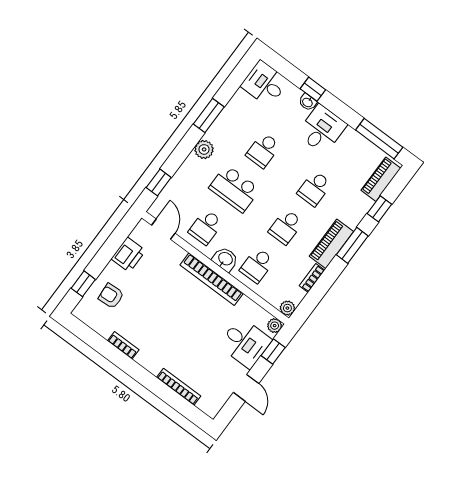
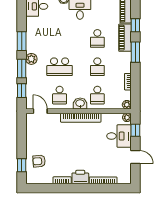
school desk: (263, 150) -> (60, 38), removed
window: (181, 153) -> (22, 69), added
piano: (331, 244) -> (125, 38), moved
printer: (128, 255) -> (80, 177), moved, turned -90

